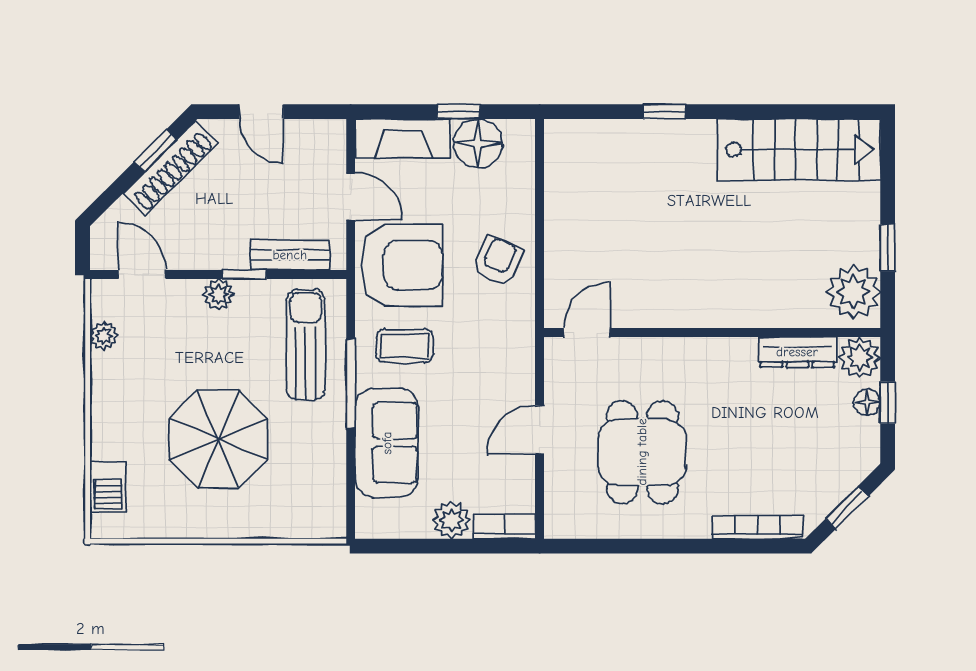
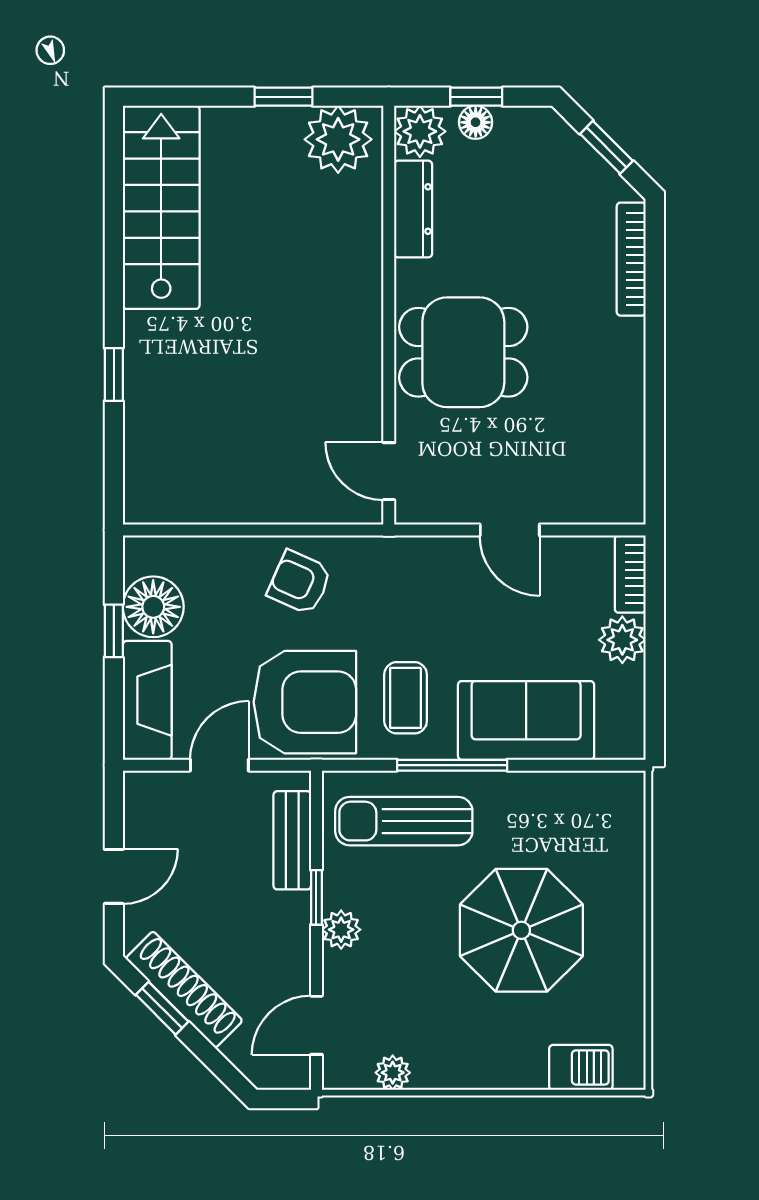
armchair: (401, 265) -> (305, 702), turned 90
dining table: (642, 452) -> (463, 352), moved

